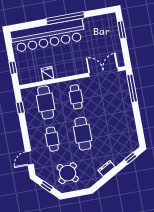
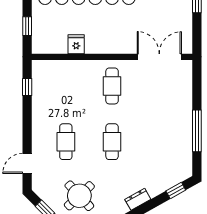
window: (132, 88) -> (197, 131), moved
cafe table: (46, 102) -> (66, 86), removed
cafe table: (83, 134) -> (112, 142), width x0.73, depth x0.74

